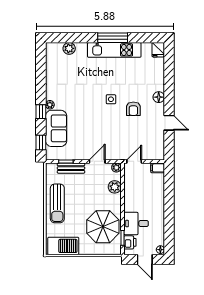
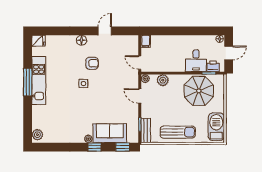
plant: (69, 48) -> (37, 135), moved
bench: (71, 168) -> (146, 130), moved

